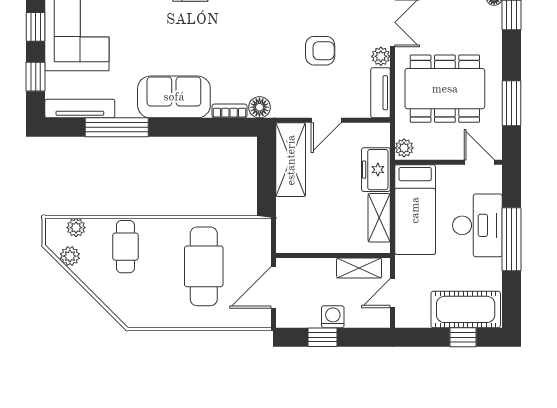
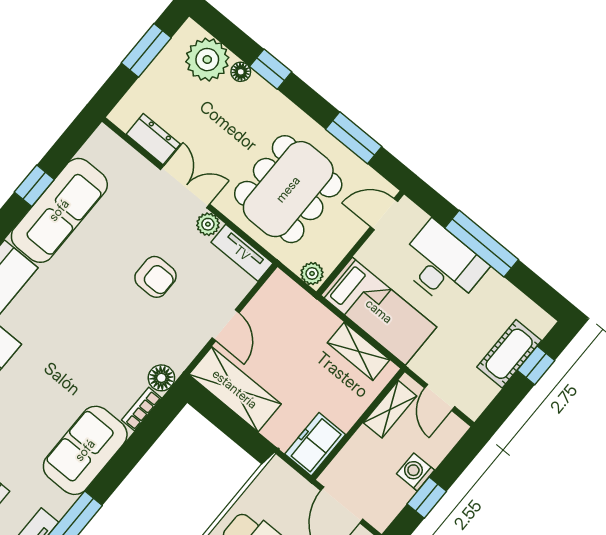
armchair: (320, 51) -> (155, 277), turned 90
freezer: (376, 170) -> (315, 444), moved, turned 90
cot: (466, 309) -> (509, 354), width x0.73, depth x0.75

